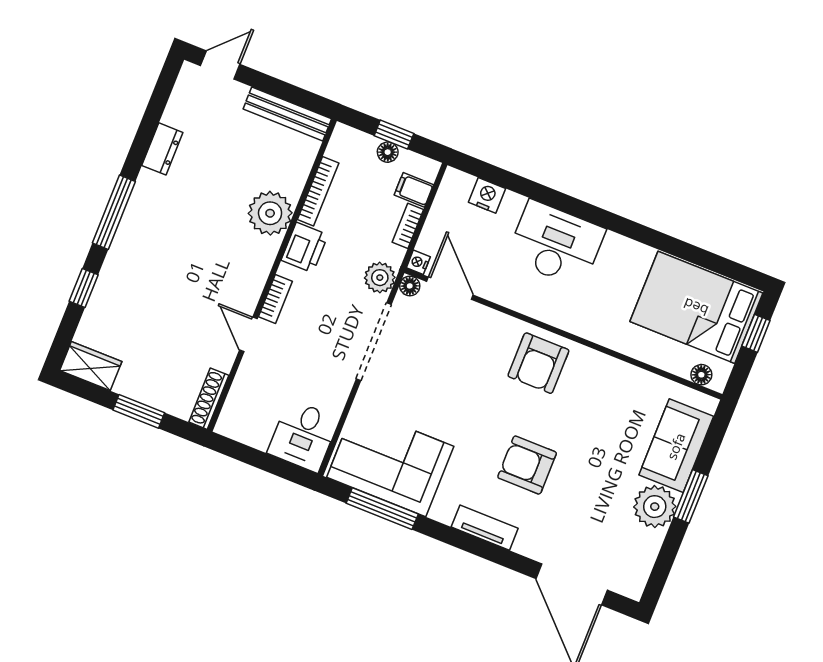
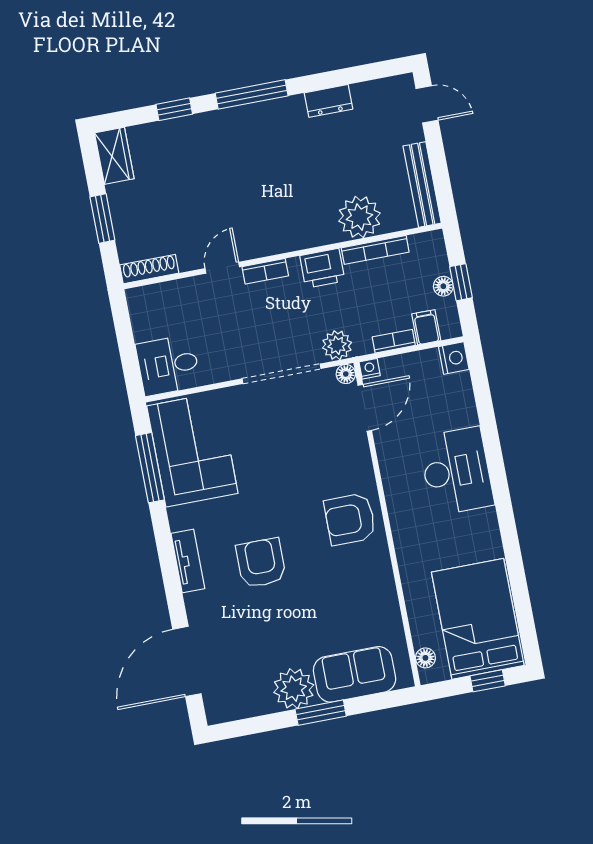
nightstand: (487, 195) -> (454, 358), moved
plant: (270, 213) -> (359, 217), moved

